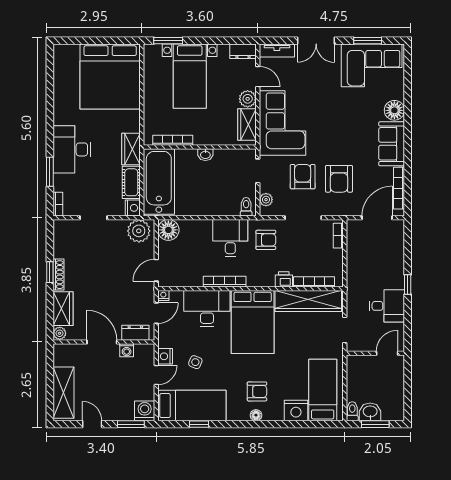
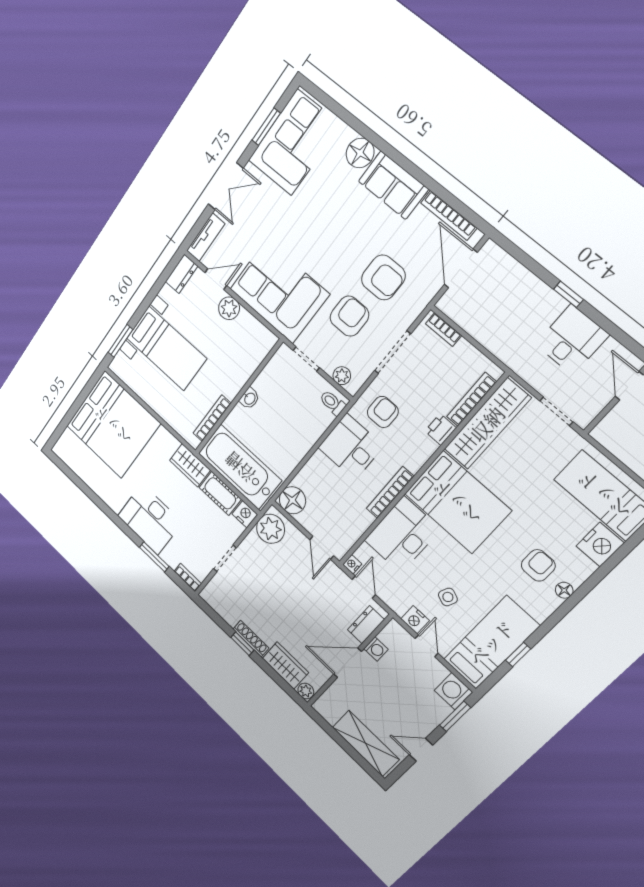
wardrobe: (247, 125) -> (253, 331), removed
armchair: (303, 177) -> (349, 316), turned 90

